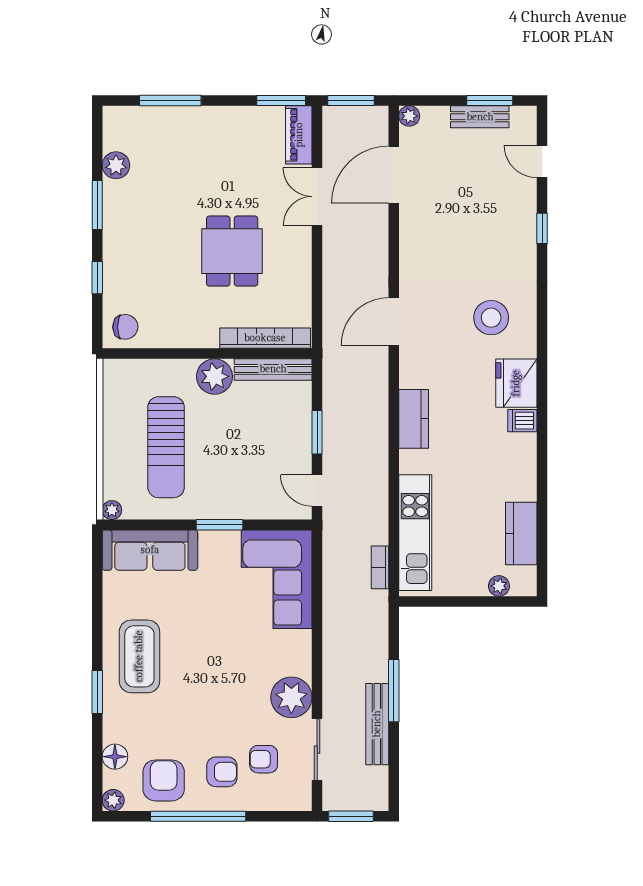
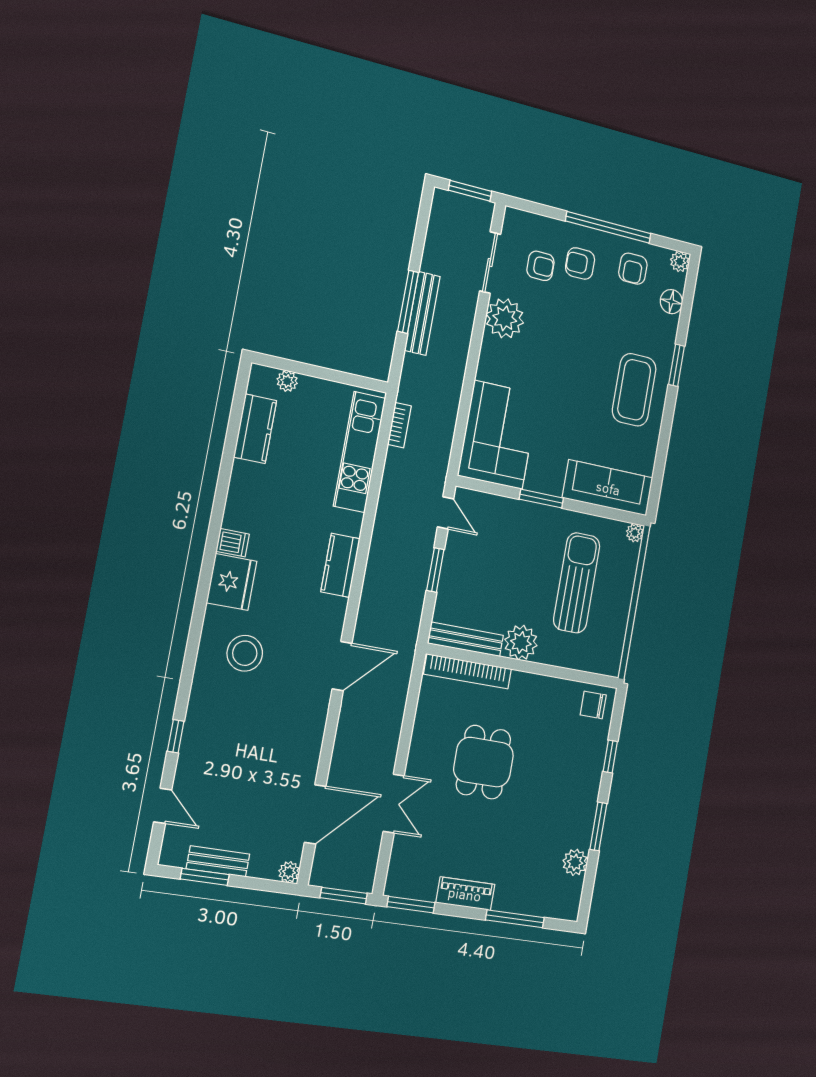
piano: (299, 135) -> (465, 894), moved, turned -90
bench: (377, 724) -> (422, 313), moved
armchair: (164, 780) -> (633, 269), width x0.72, depth x0.72

